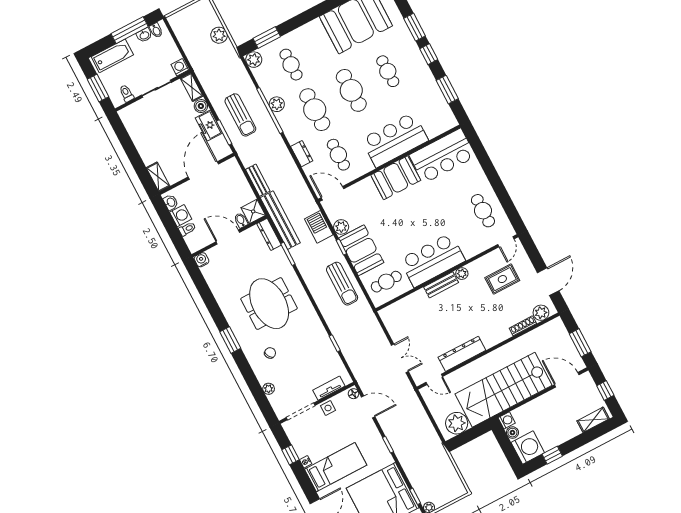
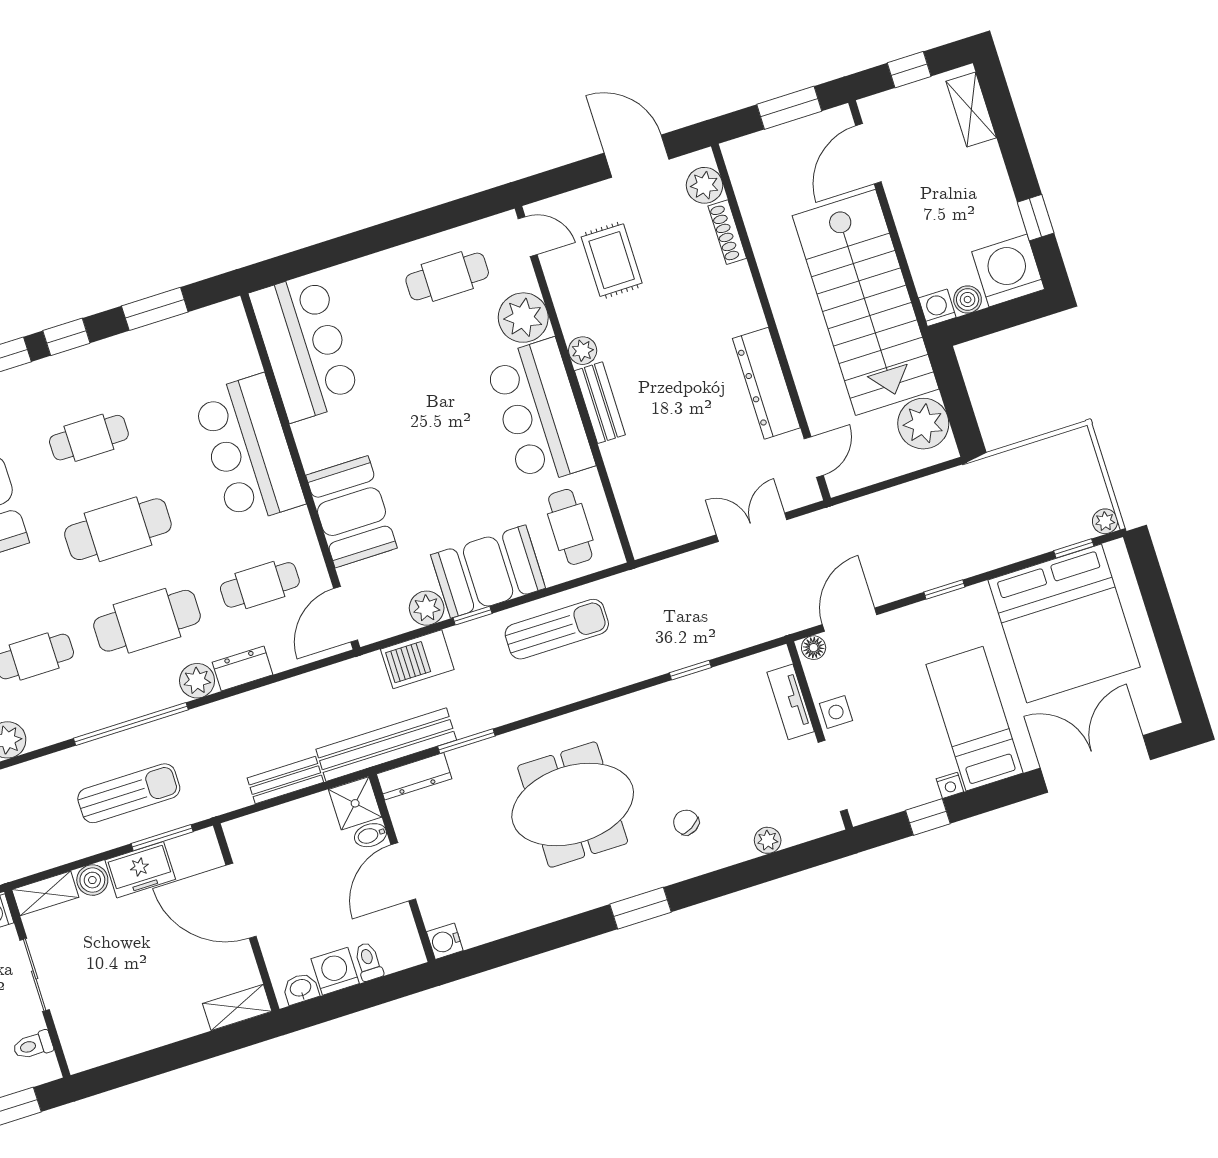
plant: (277, 104) -> (197, 681), moved
booth: (396, 178) -> (352, 512), moved
plant: (471, 246) -> (523, 318), added

